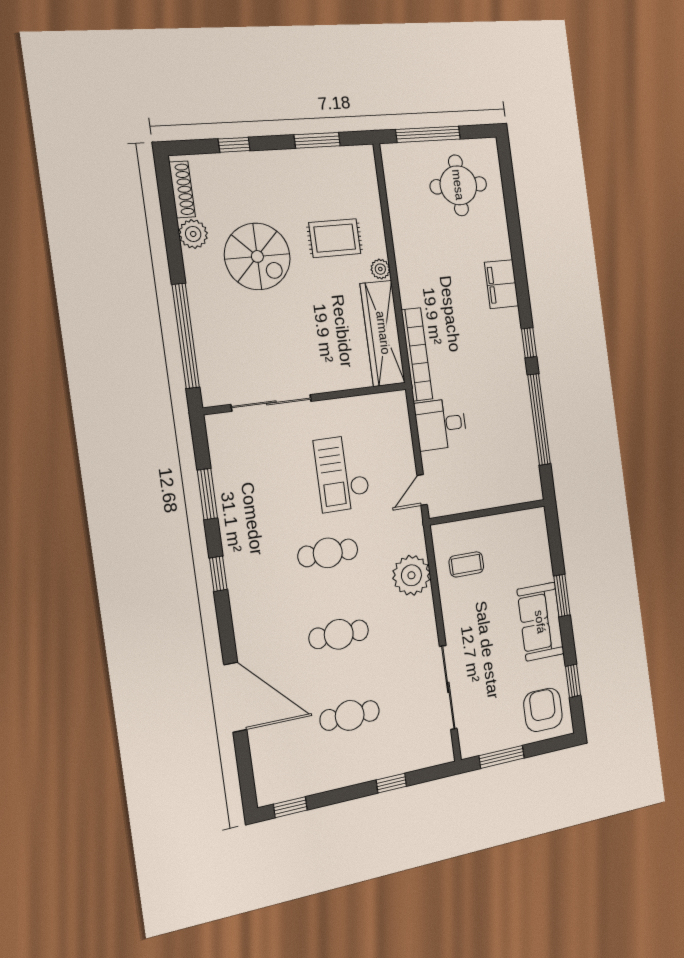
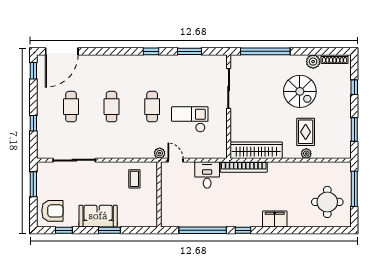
spiral stairs: (257, 256) -> (300, 91), turned -90
plant: (380, 269) -> (306, 154), moved
plant: (411, 575) -> (160, 153), moved, width x0.53, depth x0.53
door: (235, 697) -> (62, 51), moved

